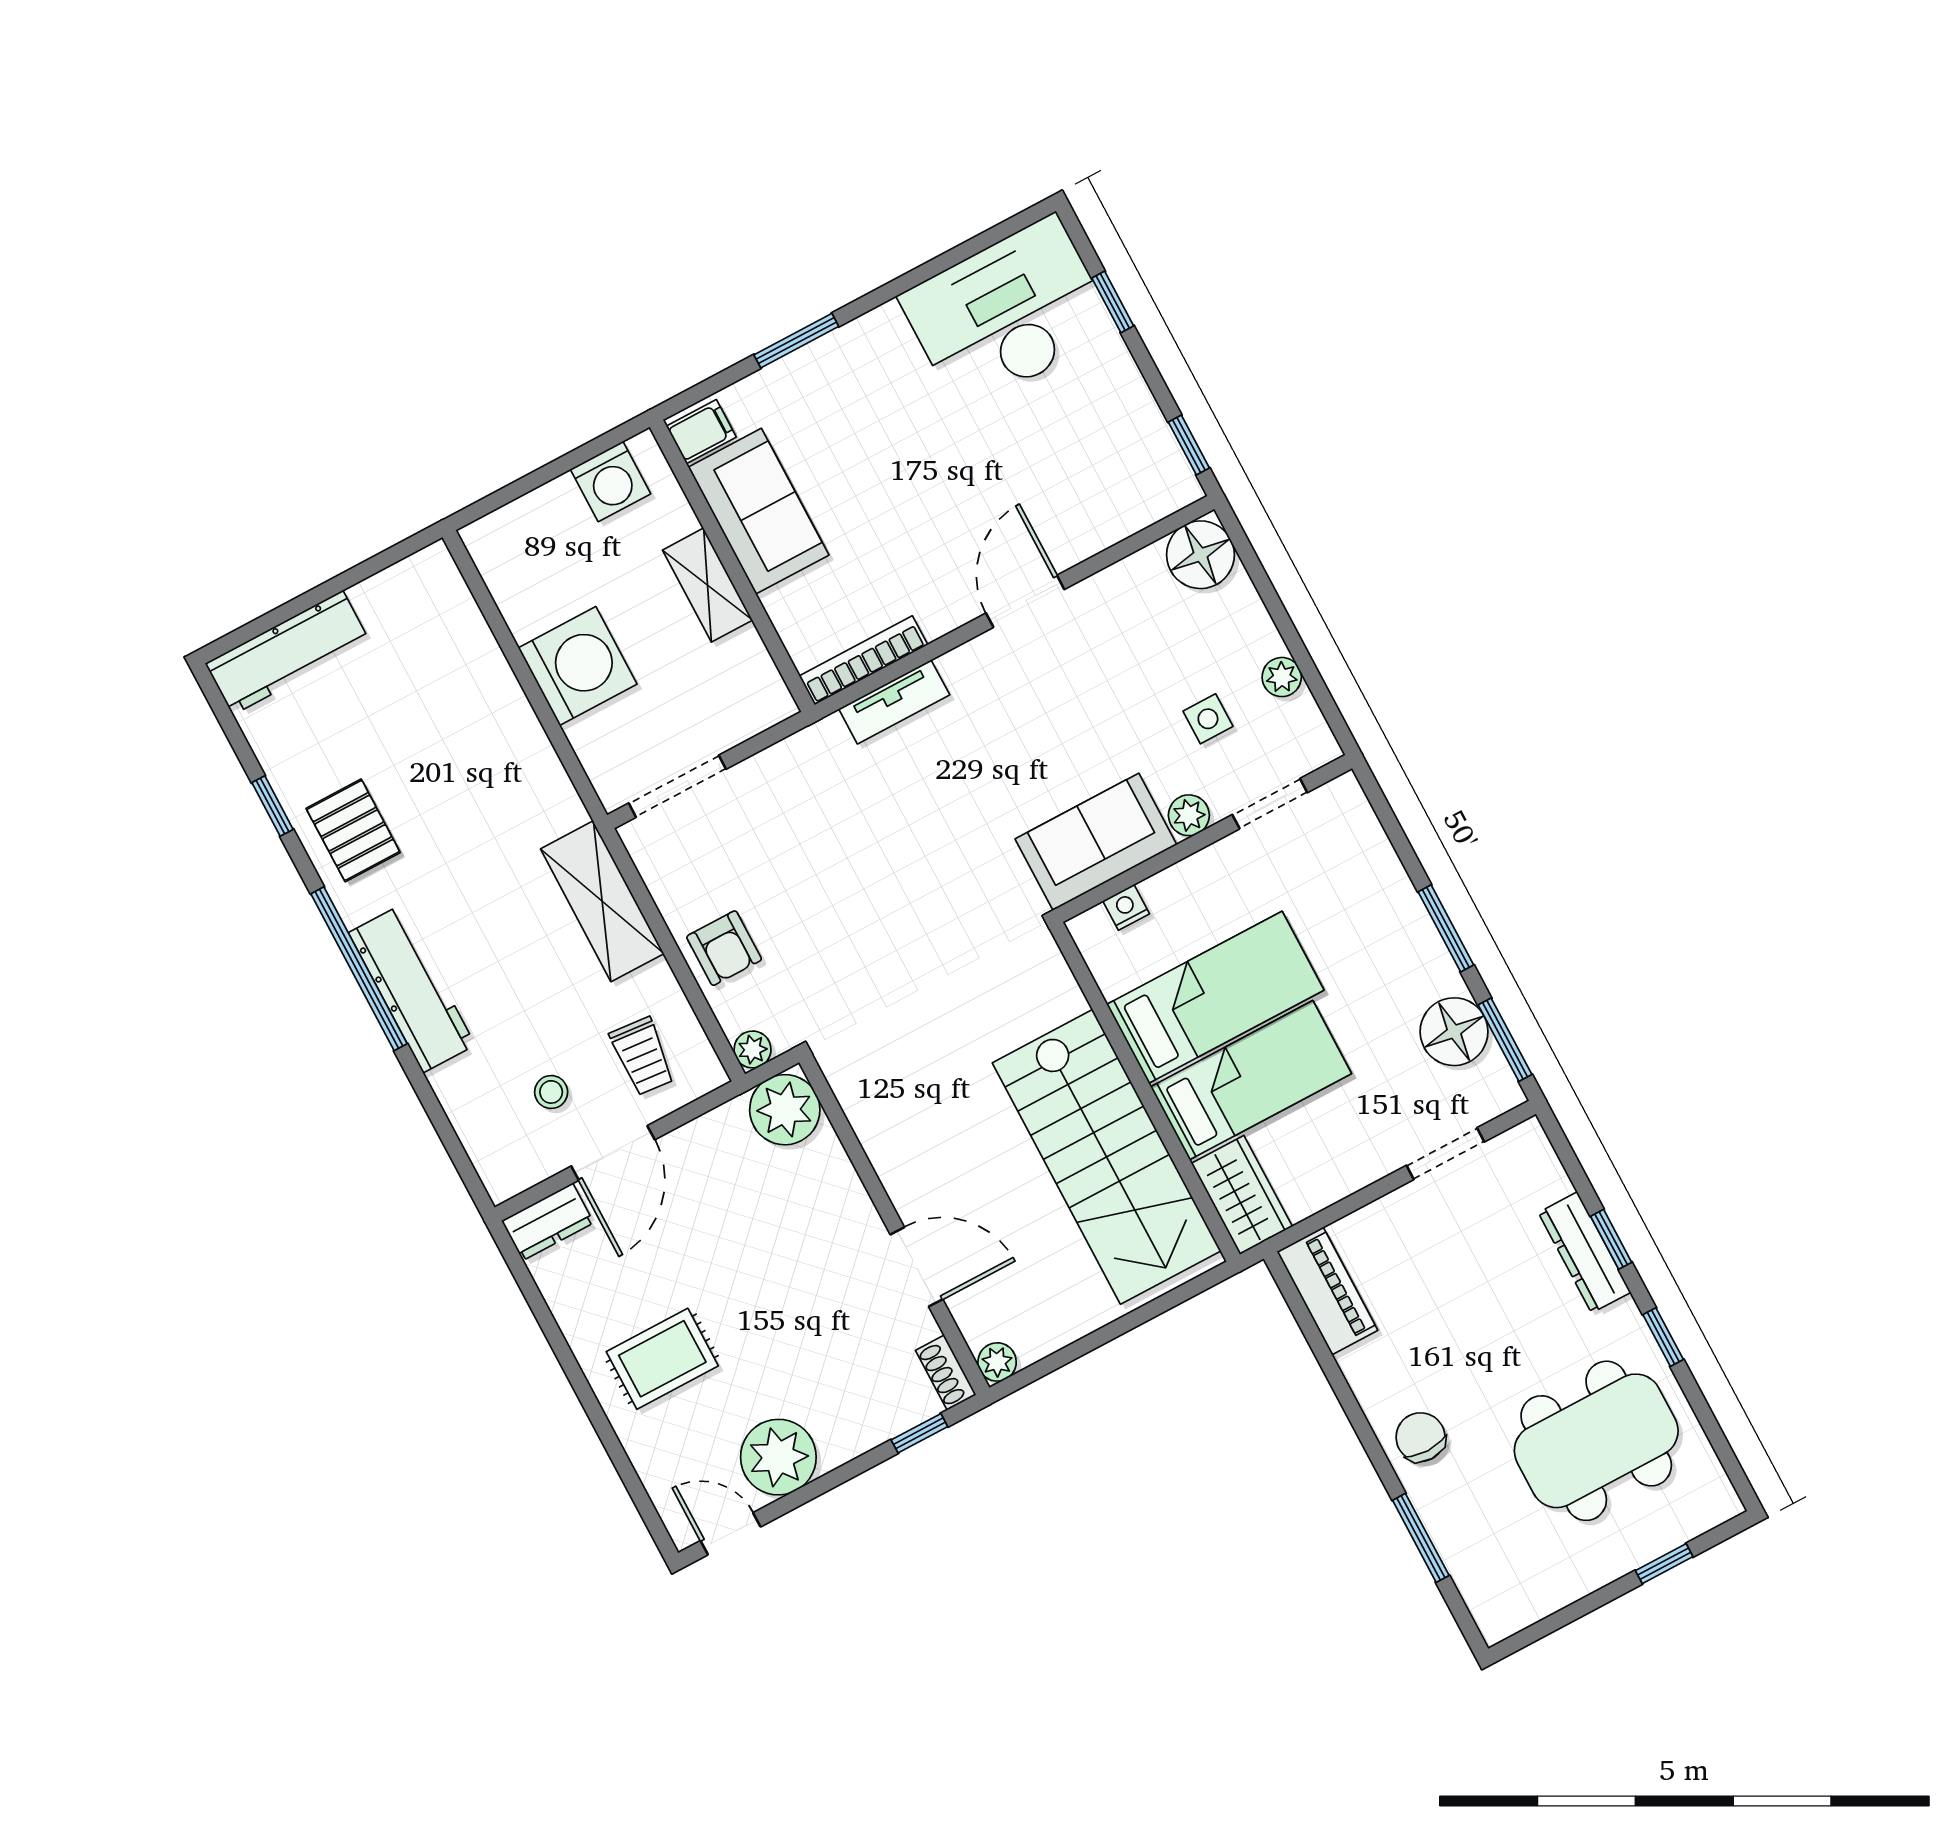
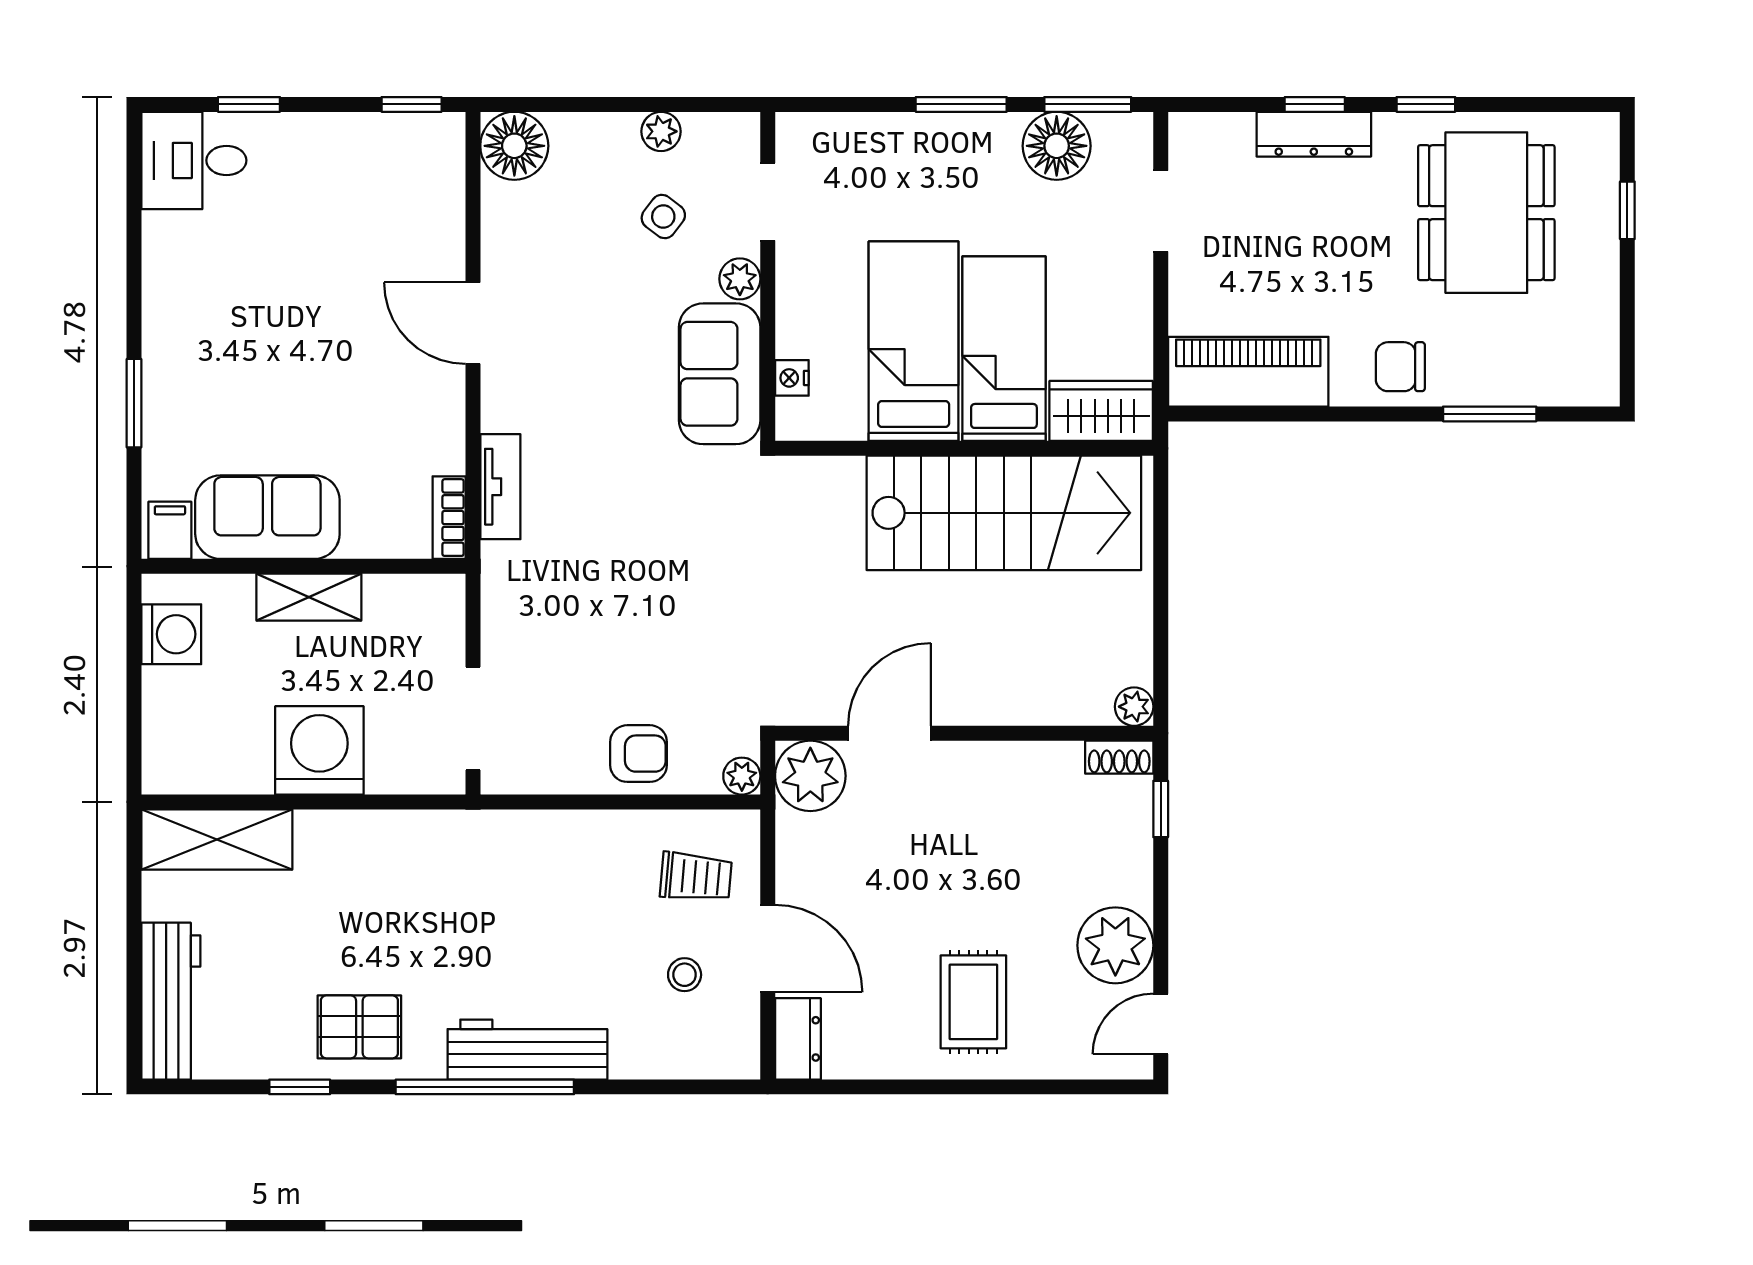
desk: (1008, 313) -> (194, 160), width x0.53, depth x0.77
bookcase: (863, 660) -> (449, 518), width x0.64
side table: (1208, 719) -> (663, 216), turned 37
shelving: (602, 901) -> (217, 840), moved
door: (917, 1267) -> (889, 733), moved
piano: (1327, 1291) -> (1248, 372), width x1.37, depth x1.33

